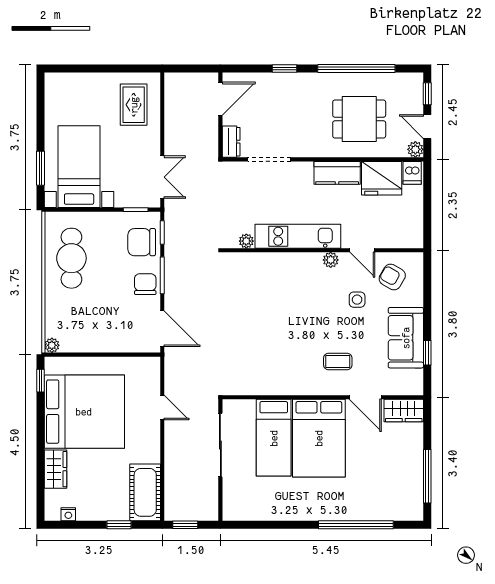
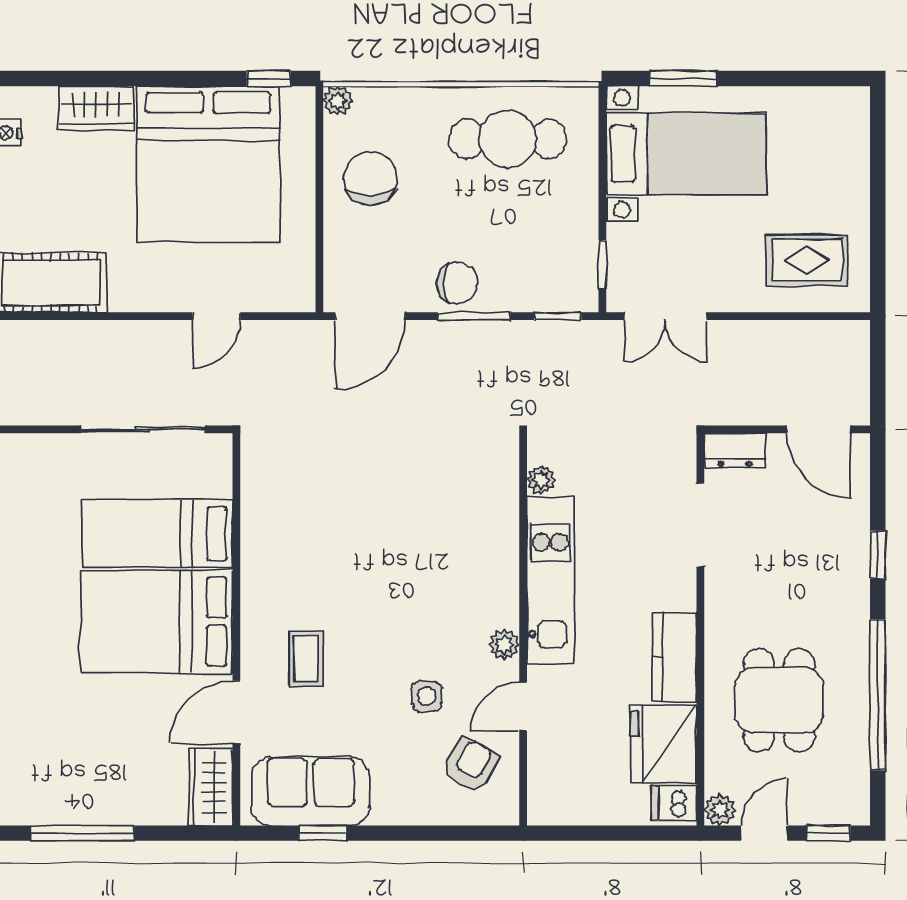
chair: (142, 242) -> (370, 178), moved
sofa: (406, 338) -> (310, 791), moved

